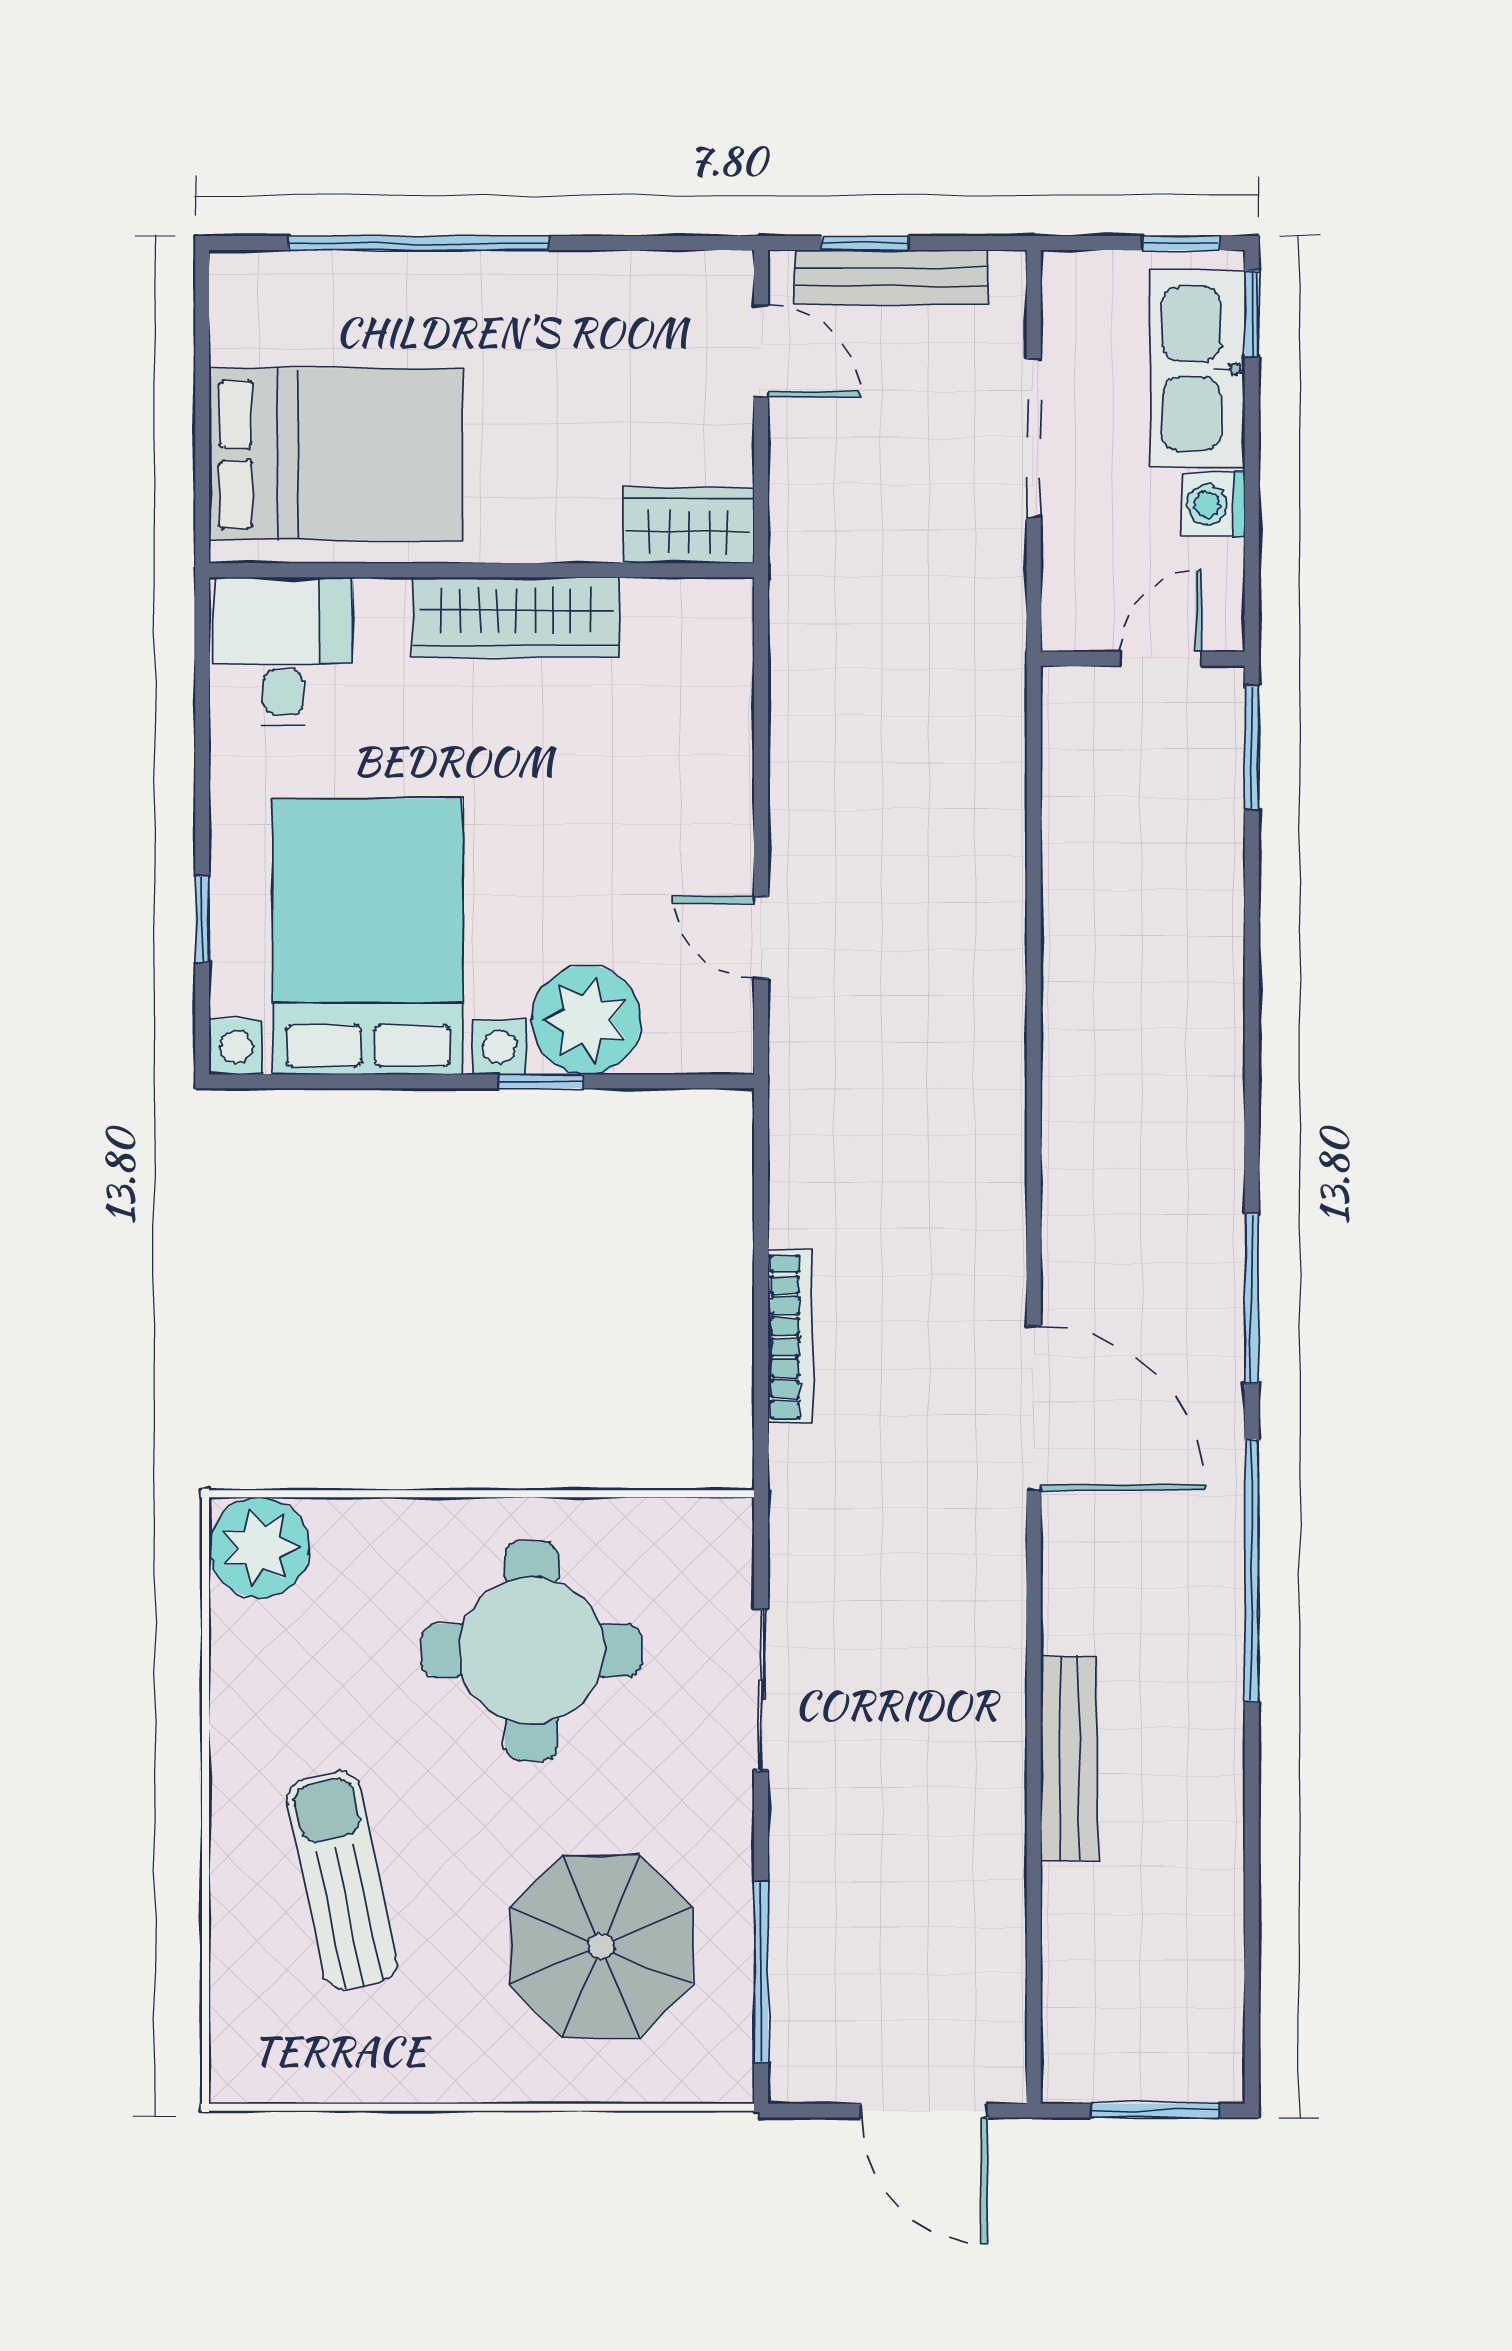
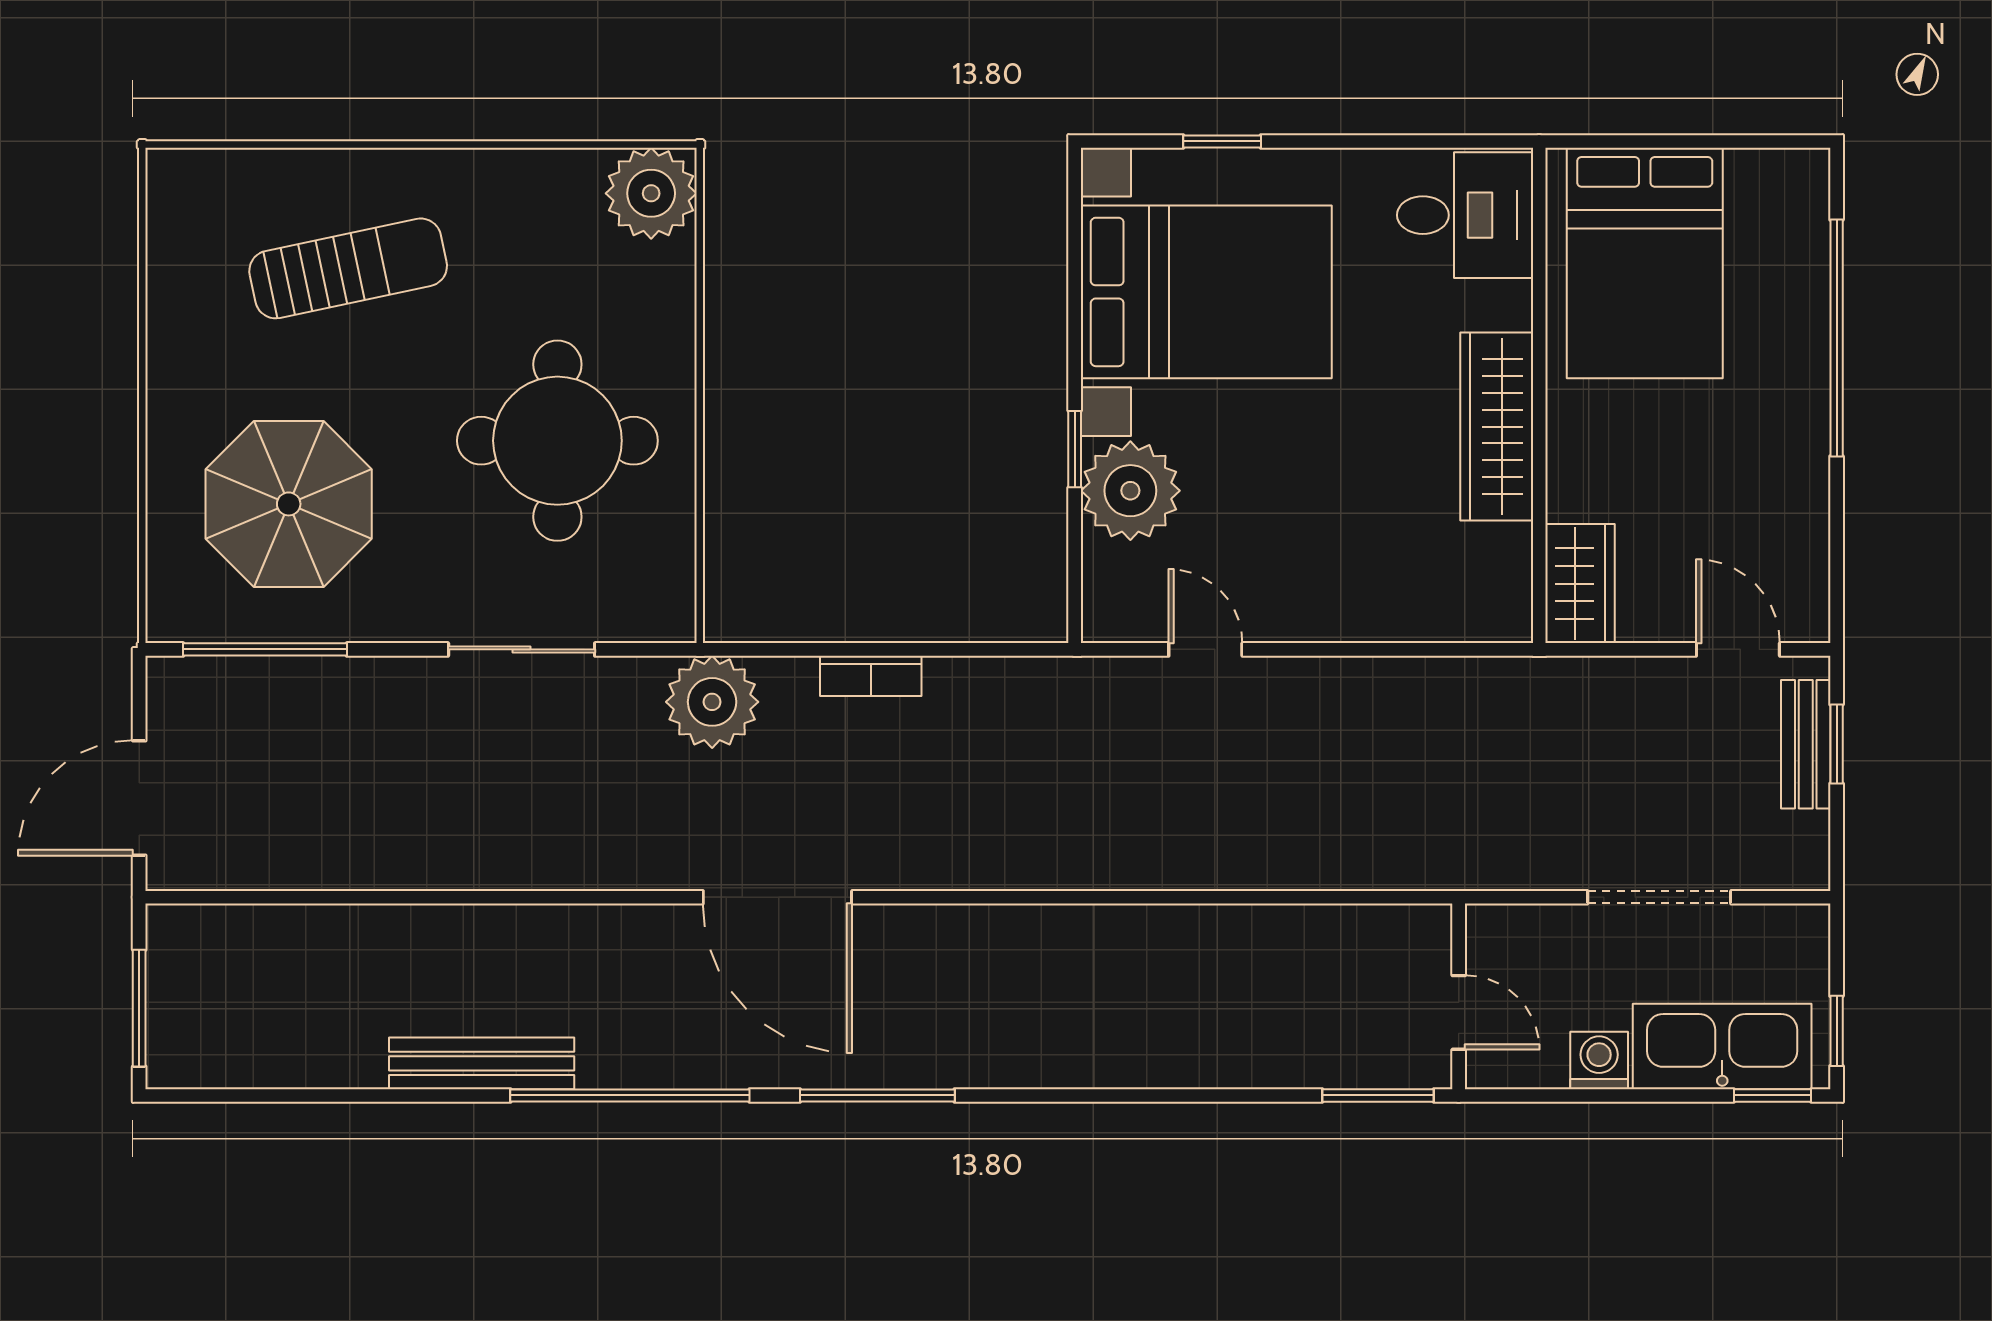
bench: (891, 277) -> (1806, 744), width x0.73
door: (761, 352) -> (1738, 649), swing flipped
door: (761, 937) -> (1205, 649), hinge flipped
bookcase: (790, 1337) -> (871, 676), width x0.64
door: (1034, 1408) -> (777, 897), hinge flipped
plant: (819, 1480) -> (712, 702), added
bench: (1069, 1759) -> (482, 1063), moved

